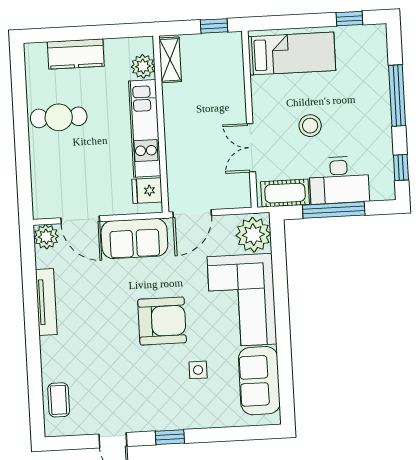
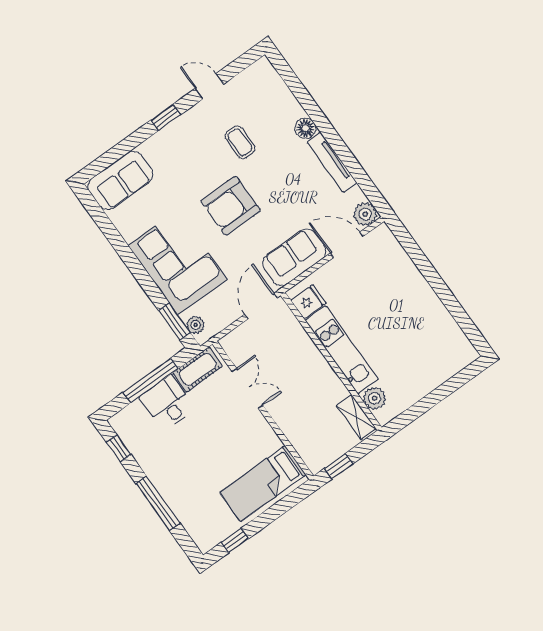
kitchen counter: (76, 54) -> (434, 374), removed
cafe table: (59, 117) -> (416, 315), removed
stool: (310, 126) -> (212, 436), removed
desk: (339, 180) -> (167, 403), width x0.73
plant: (253, 235) -> (196, 325), width x0.53, depth x0.53
window: (278, 249) -> (174, 321), added
floor lamp: (51, 348) -> (305, 128), added
side table: (198, 370) -> (177, 185), removed
sofa: (259, 381) -> (120, 180), moved, turned 90
coffee table: (59, 400) -> (240, 142), moved

